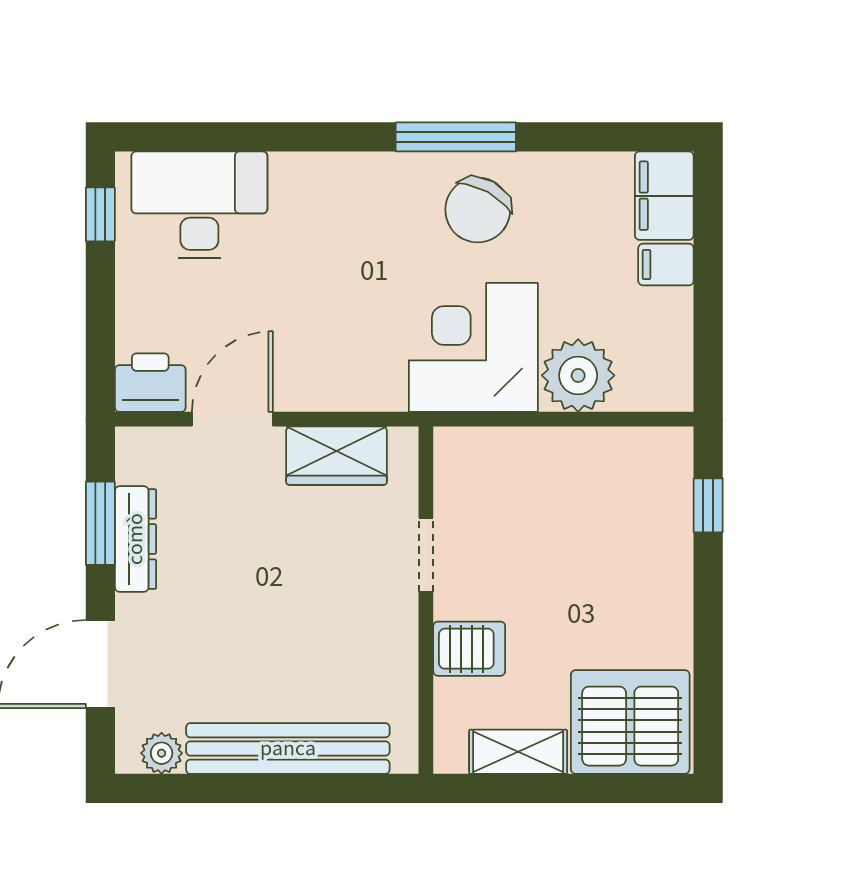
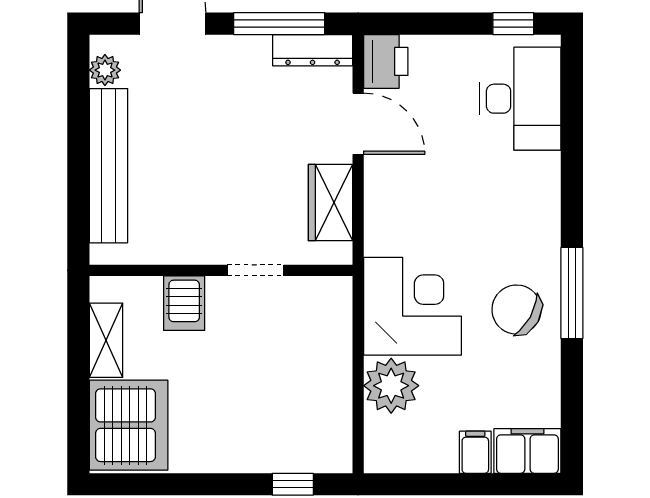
window: (100, 523) -> (279, 24), width x1.44
dresser: (135, 539) -> (313, 50), moved

